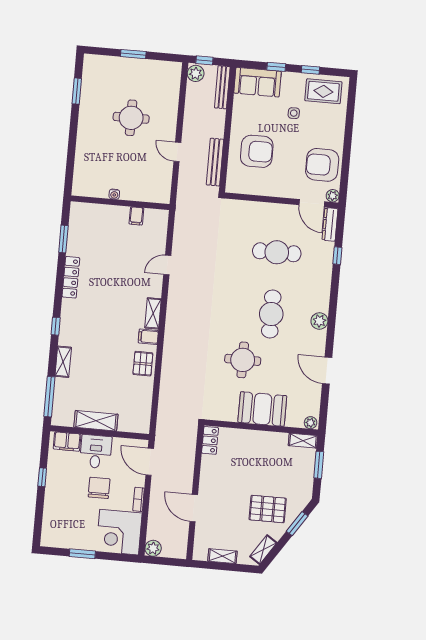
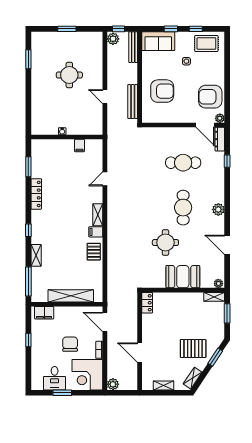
shelving: (96, 421) -> (71, 296), width x1.47
desk: (96, 452) -> (55, 378), moved, turned 180

